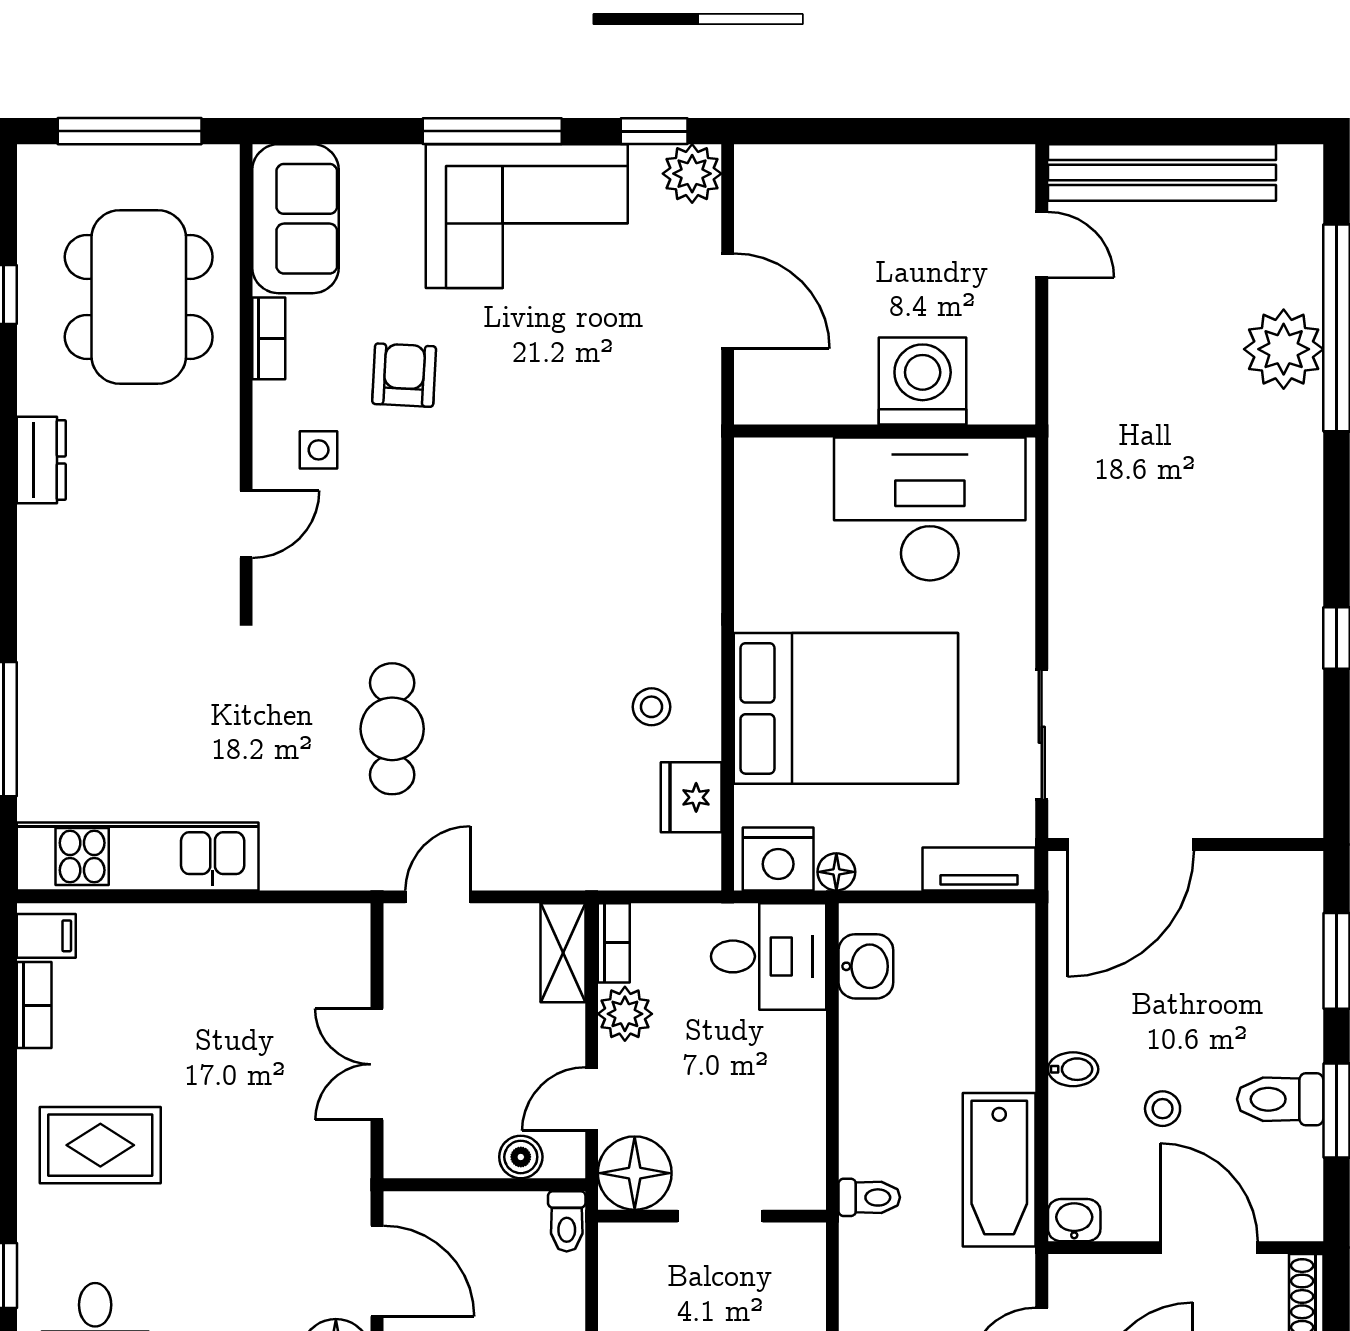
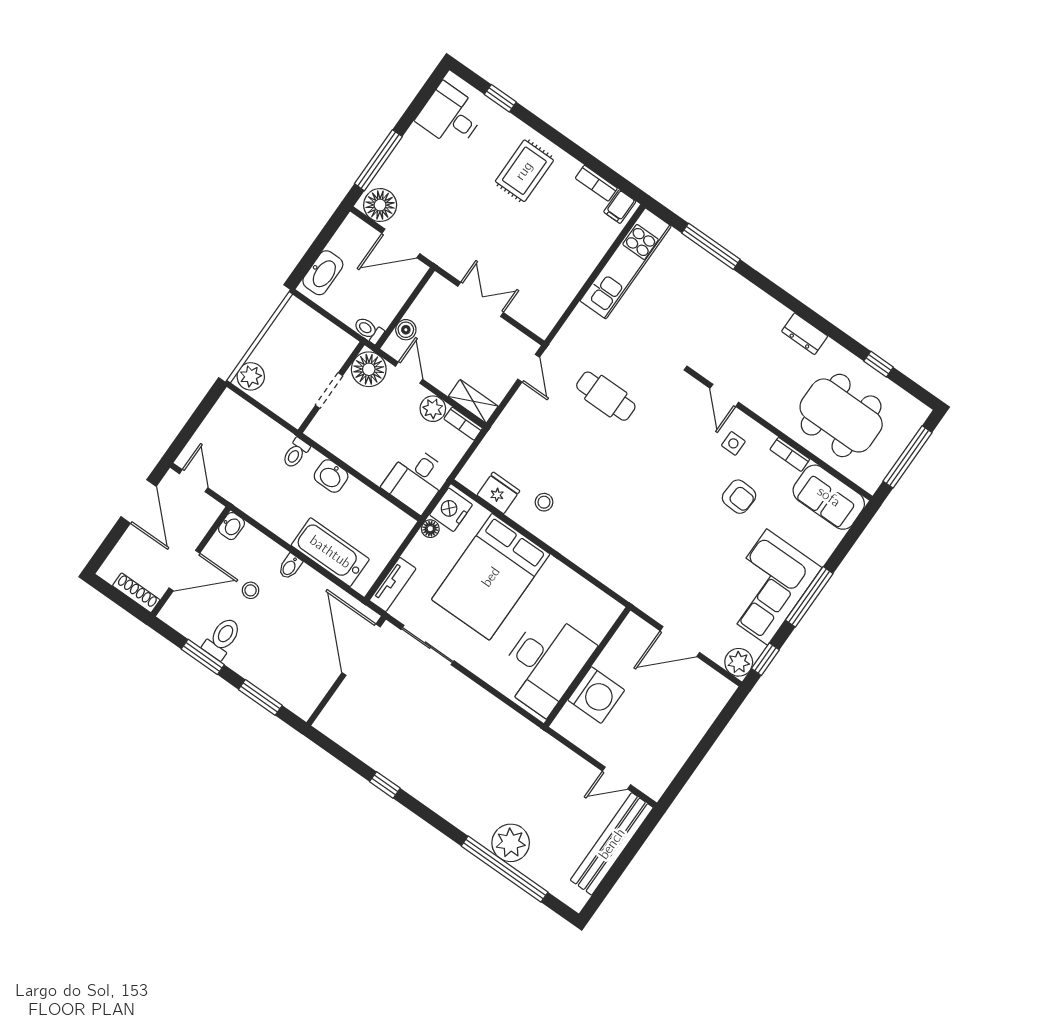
washbasin: (866, 966) -> (331, 476), moved
bathtub: (999, 1170) -> (330, 552), moved

